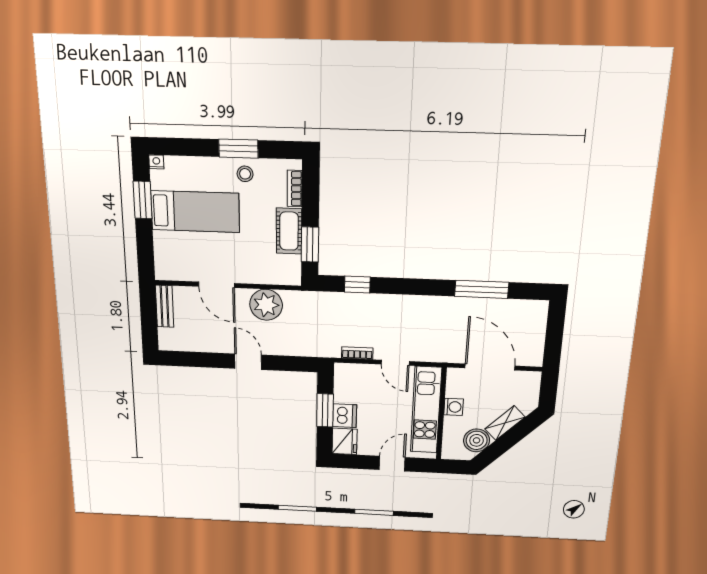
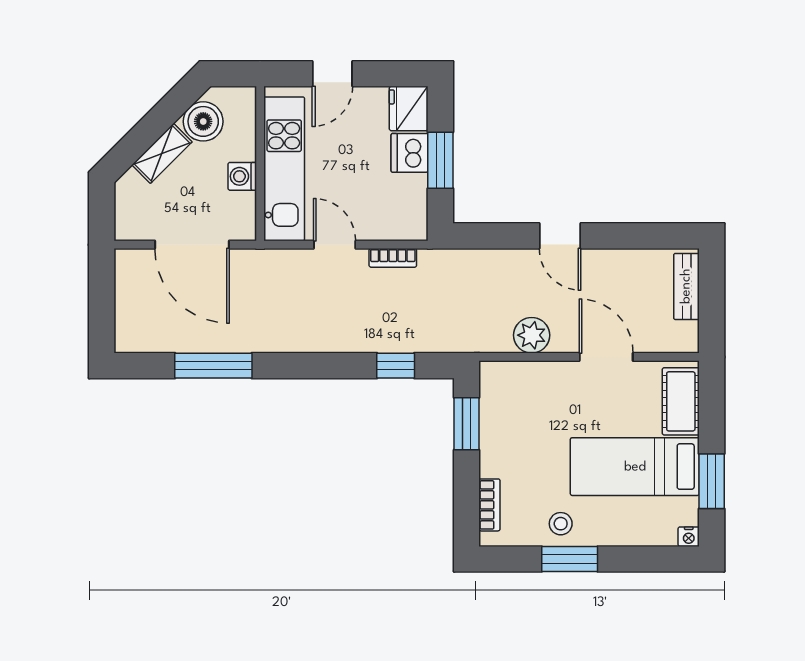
cot: (289, 231) -> (681, 401), moved
plant: (266, 305) -> (532, 335), width x0.73, depth x0.73
bench: (165, 306) -> (686, 286), moved

